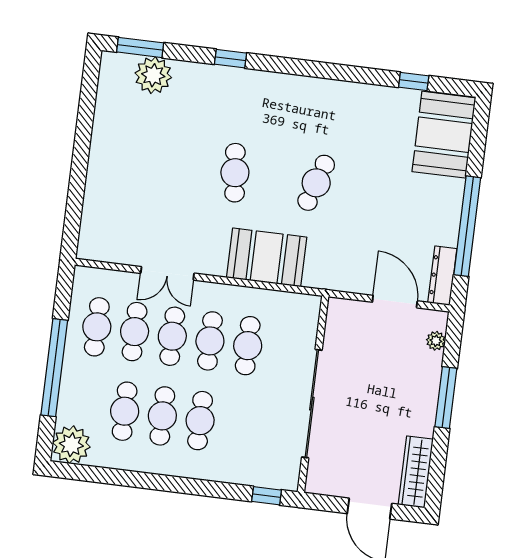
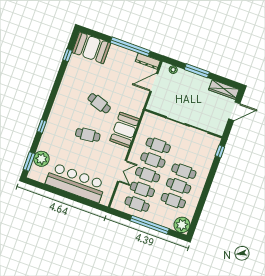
bar counter: (115, 170) -> (76, 183), added

